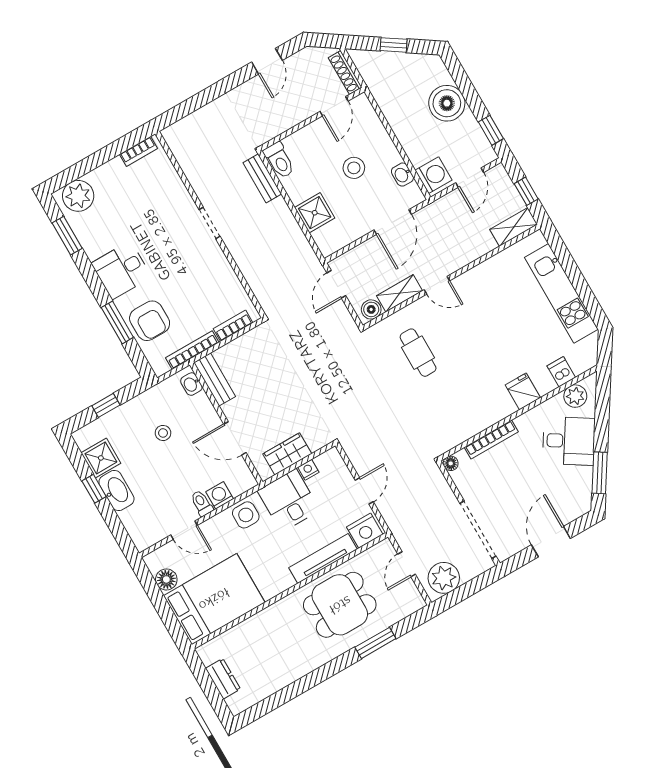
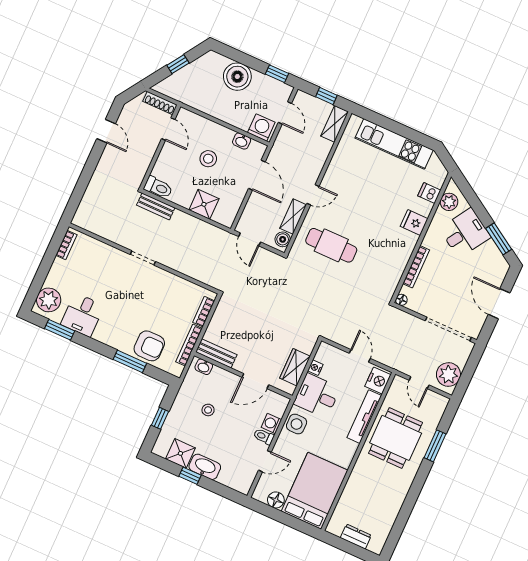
desk: (121, 270) -> (82, 315), moved
cafe table: (418, 353) -> (331, 245), width x1.37, depth x1.35

